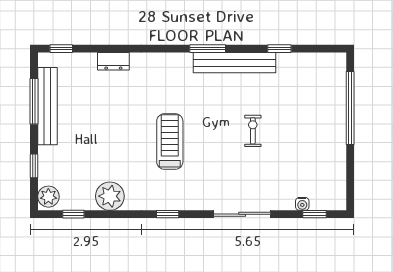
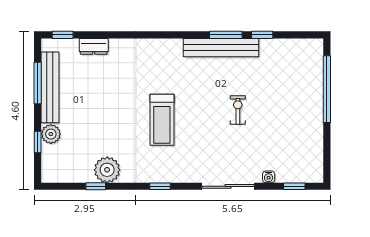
window: (208, 49) -> (226, 35), moved
dresser: (113, 61) -> (94, 46), moved
treadmill: (170, 141) -> (162, 120), turned 180
plant: (48, 197) -> (51, 134), moved
water cooler: (302, 204) -> (269, 177), moved
window: (73, 214) -> (96, 186), moved

